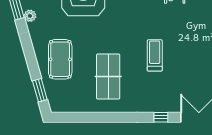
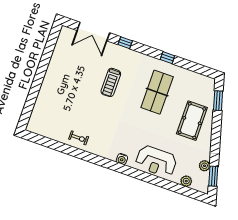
treadmill: (155, 55) -> (111, 82), moved
window: (110, 117) -> (167, 58), added

